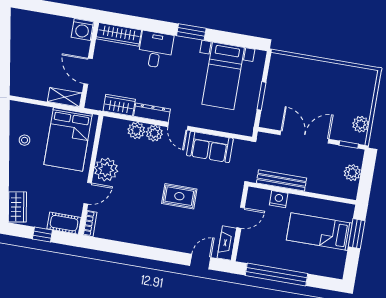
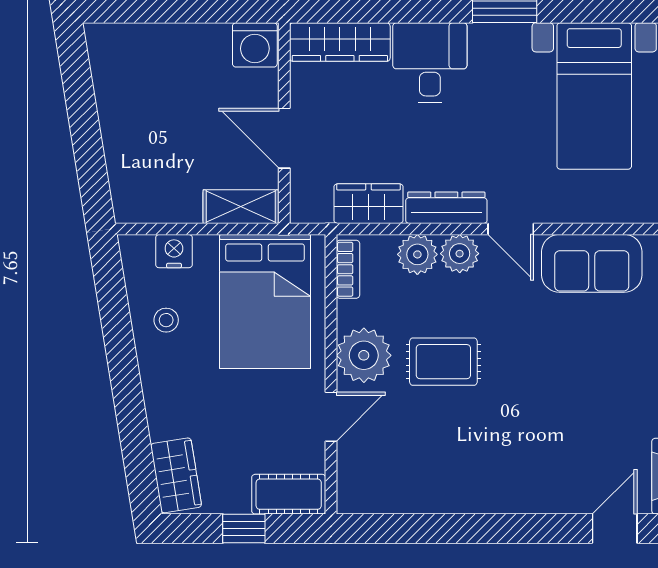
nightstand: (33, 111) -> (174, 251), added
rug: (179, 196) -> (443, 362), moved
bookcase: (90, 224) -> (348, 269), moved

